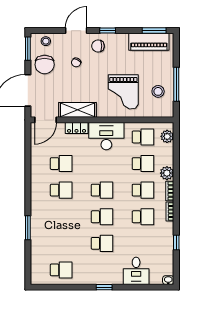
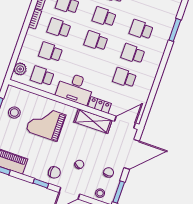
chair: (45, 65) -> (109, 172), width x0.54, depth x0.54
grand piano: (123, 92) -> (46, 123), turned -90
plant: (167, 173) -> (32, 36), removed
school desk: (61, 217) -> (141, 30), added

